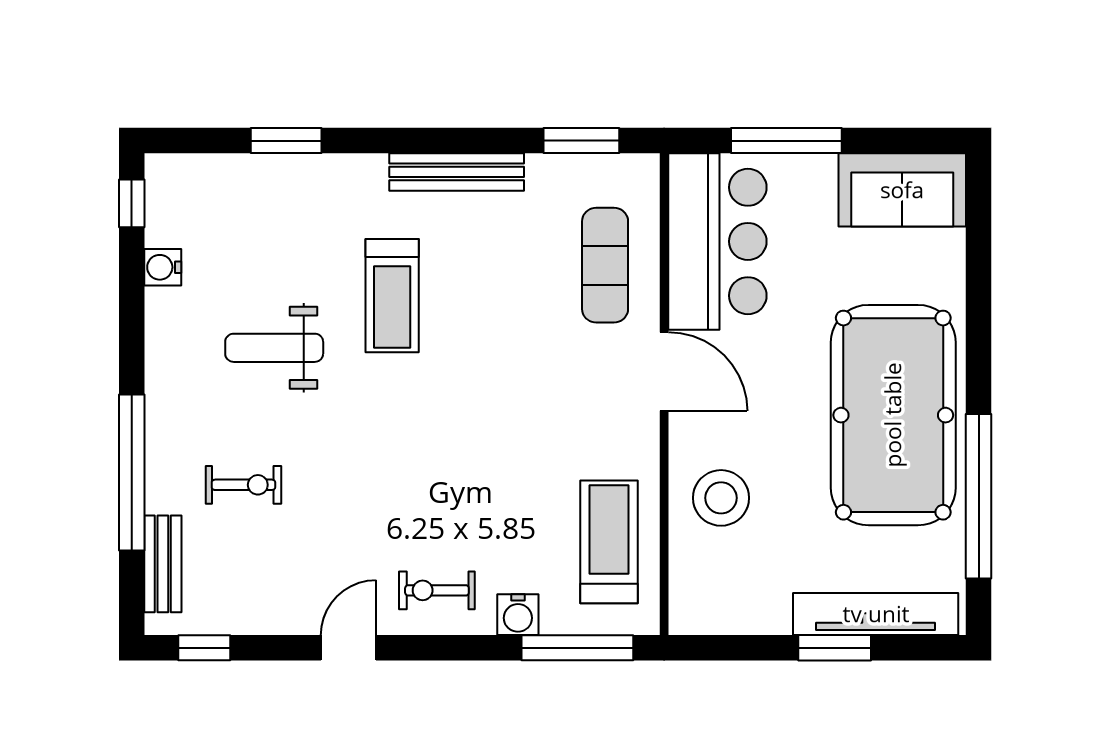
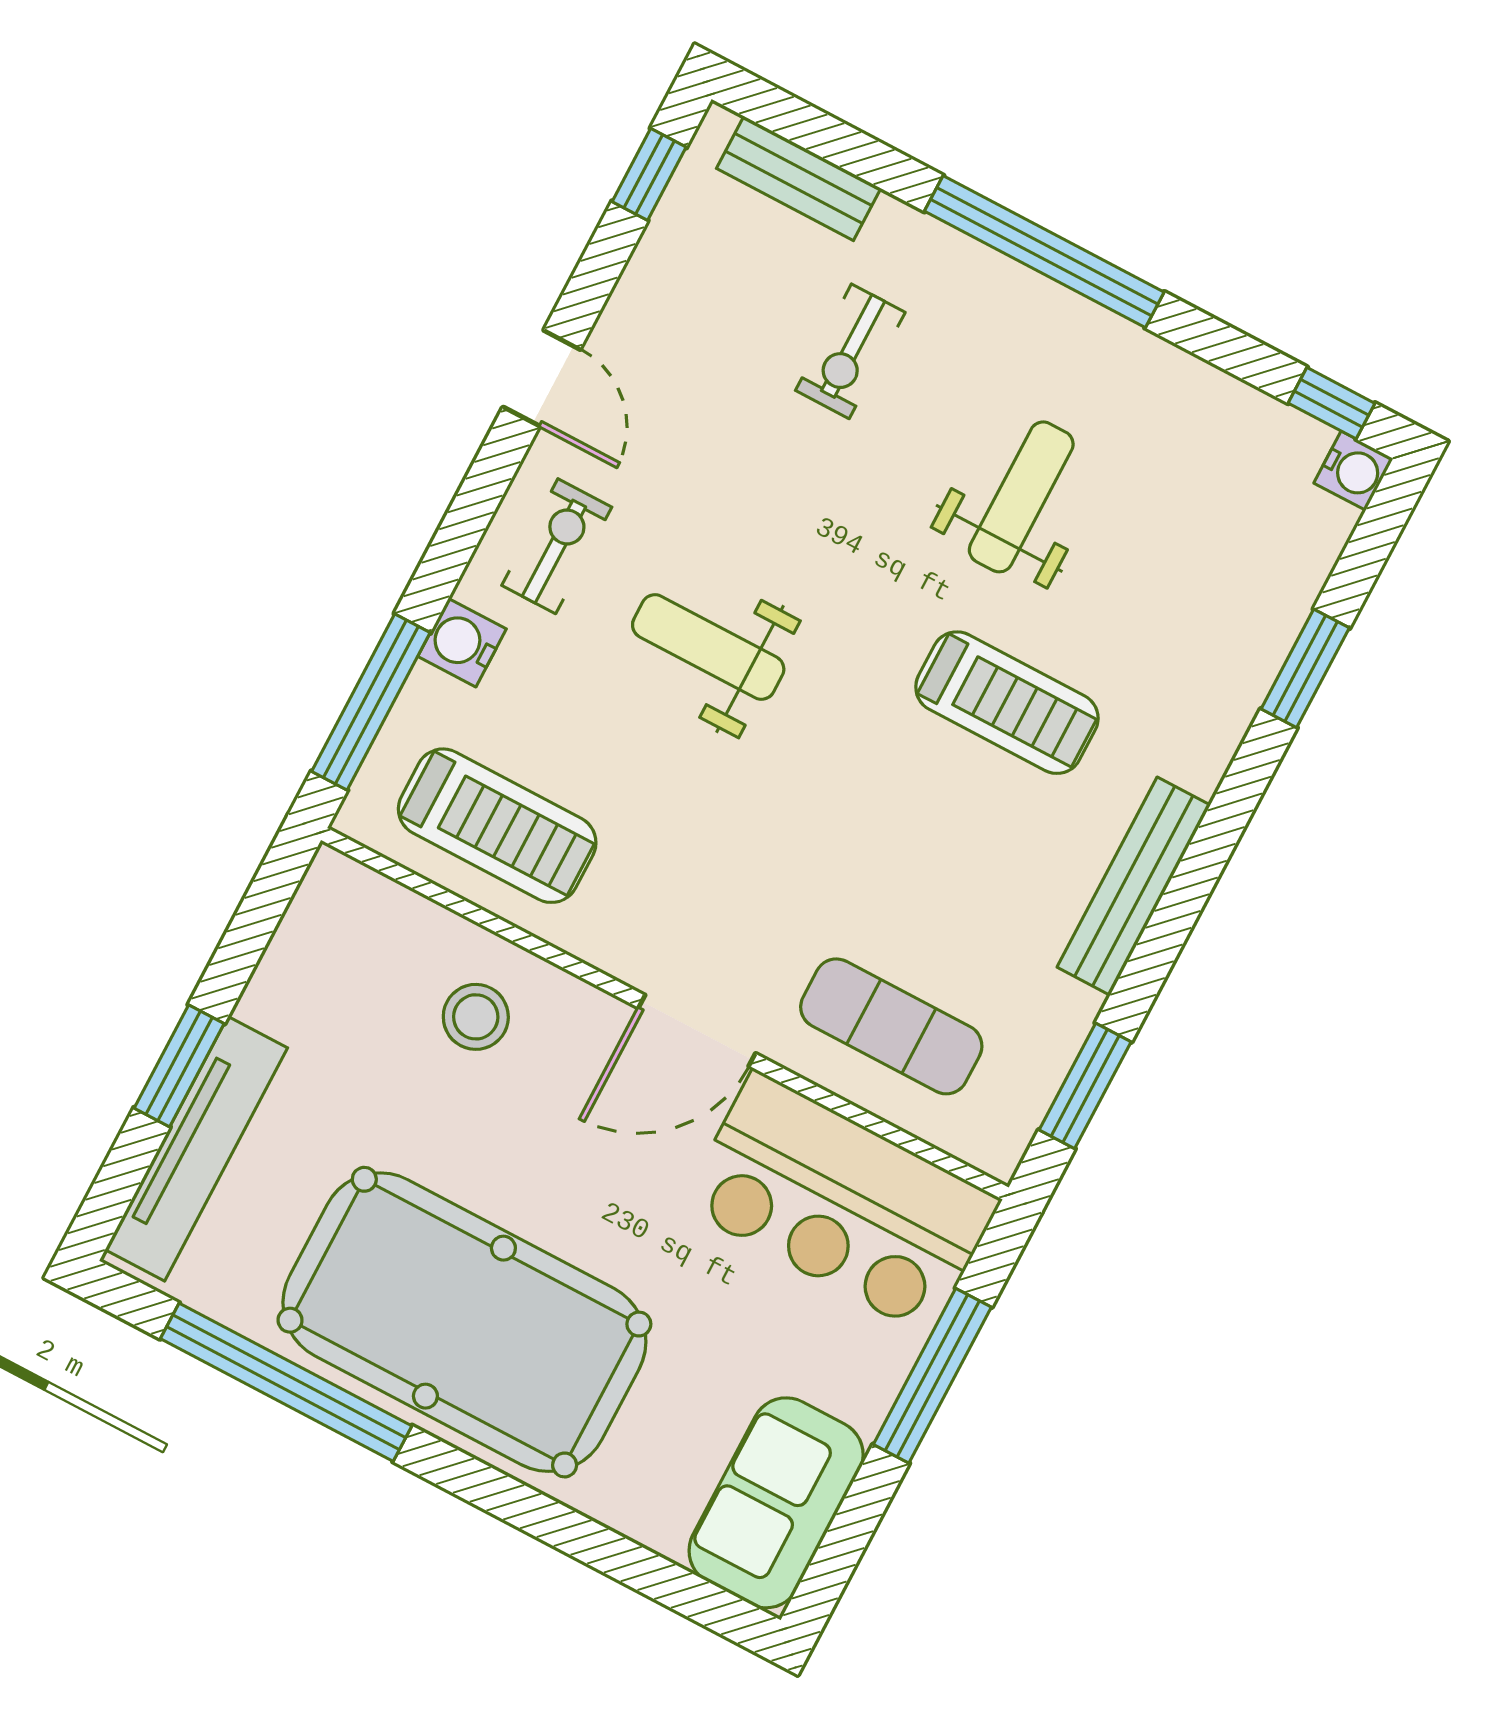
water cooler: (163, 267) -> (1353, 471), moved, turned 90
treadmill: (392, 296) -> (1007, 703), turned 180
window: (132, 472) -> (1044, 252), moved
weight bench: (449, 477) -> (708, 647), added
stool: (721, 498) -> (476, 1017), width x0.73, depth x0.73

